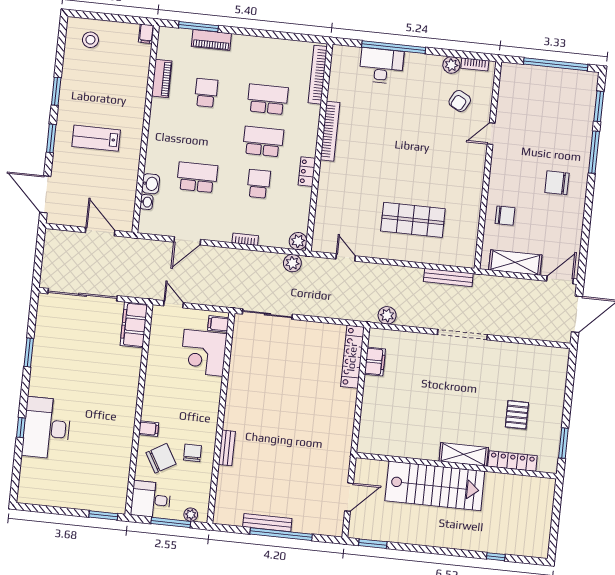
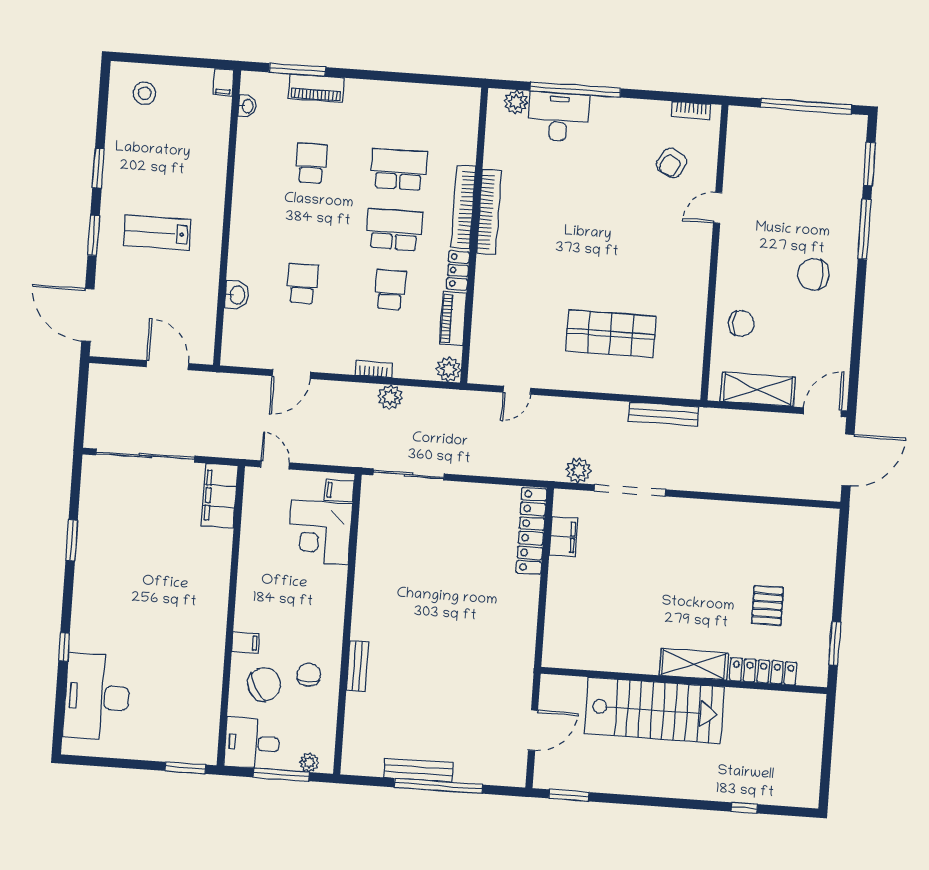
plant: (451, 65) -> (516, 102), moved
bookcase: (318, 75) -> (463, 207), moved
piano: (162, 79) -> (453, 319), moved, turned 180
school desk: (197, 177) -> (303, 284), width x0.54
washbasin: (146, 202) -> (247, 106), moved
door: (346, 257) -> (517, 390), swing flipped
plant: (292, 263) -> (390, 397), moved
doorway: (462, 335) -> (630, 490), moved
desk: (47, 428) -> (97, 697), moved

